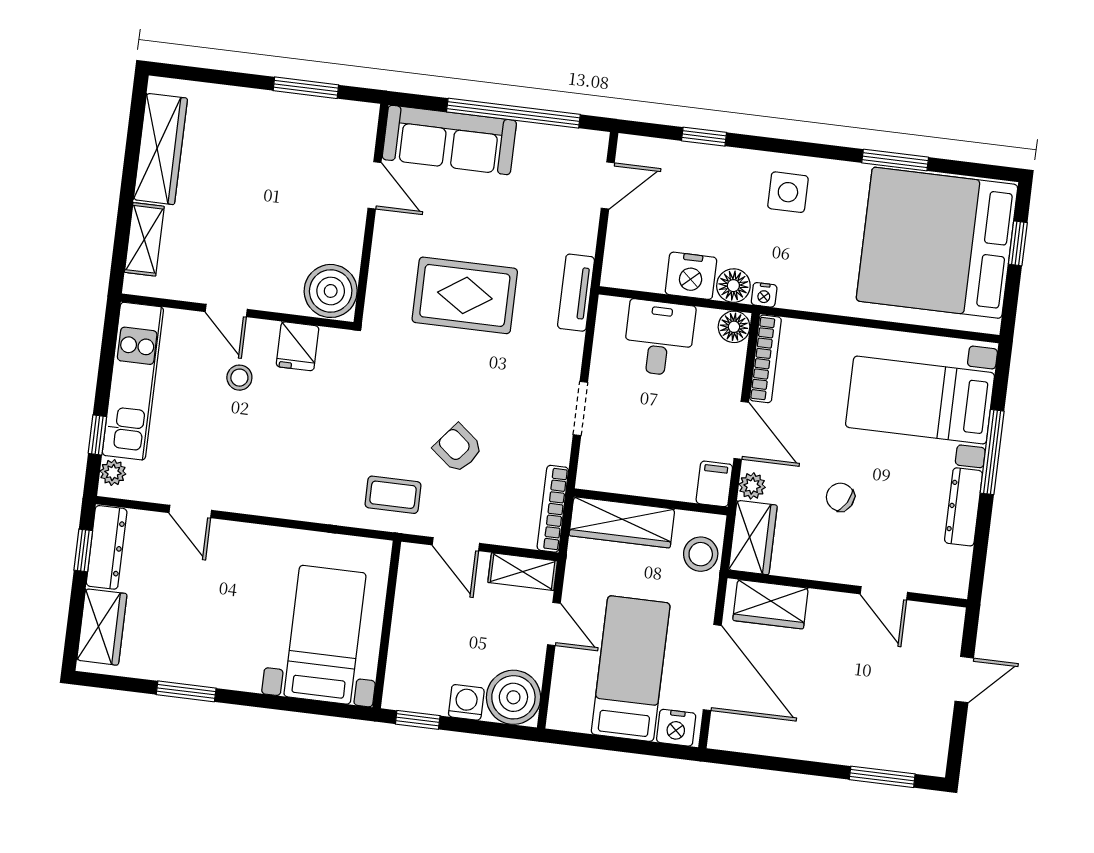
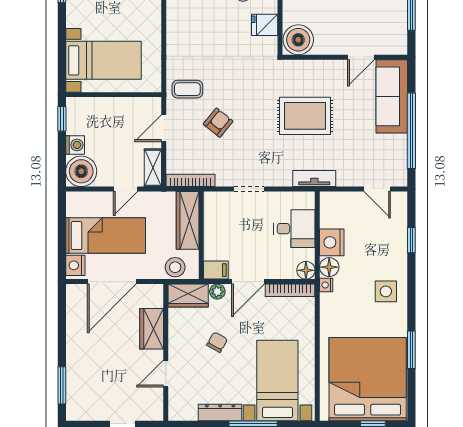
rug: (465, 295) -> (305, 116), turned 90
coffee table: (393, 495) -> (187, 89), turned 90
wardrobe: (770, 604) -> (152, 329), moved

